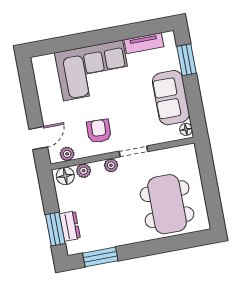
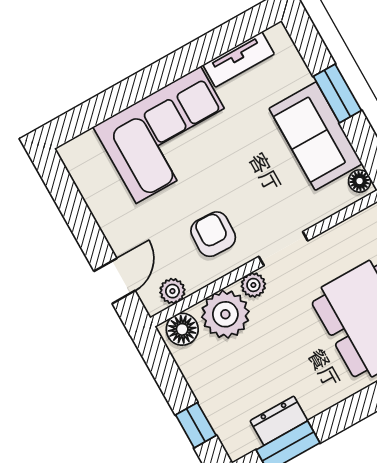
window: (186, 60) -> (337, 93), moved
plant: (84, 171) -> (225, 314), width x1.88, depth x1.88
dresser: (70, 226) -> (279, 421), moved, turned -90
window: (55, 229) -> (196, 425), width x0.67

